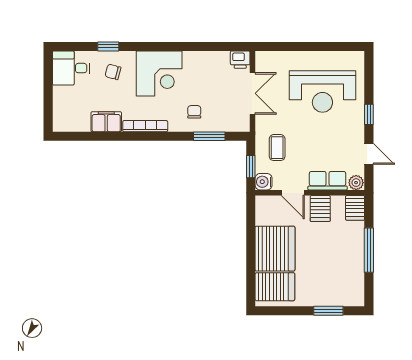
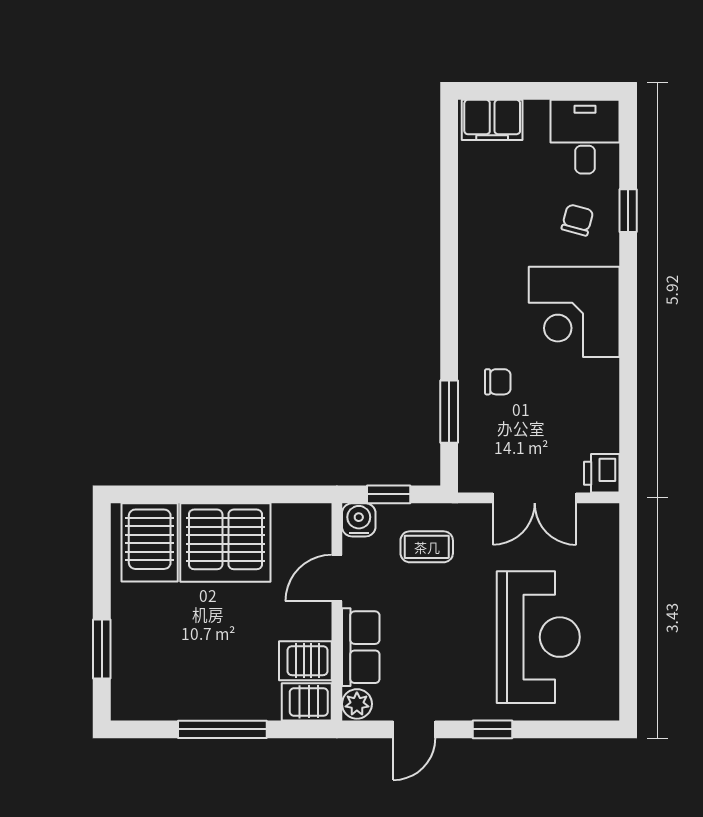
reception desk: (322, 92) -> (538, 637), turned 180
filing cabinet: (106, 122) -> (492, 120), moved, turned 90
bookcase: (145, 126) -> (469, 284), removed
server rack: (320, 208) -> (305, 661), moved

